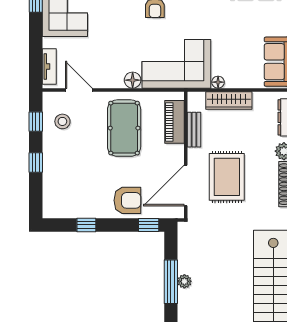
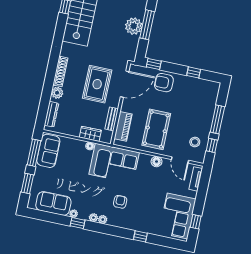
floor lamp: (133, 80) -> (157, 162), moved
wardrobe: (229, 100) -> (90, 134), width x0.67
window: (36, 162) -> (217, 119), width x2.17
plant: (184, 281) -> (134, 26), width x1.88, depth x1.88

